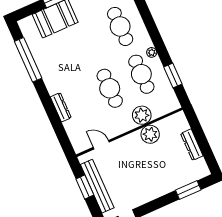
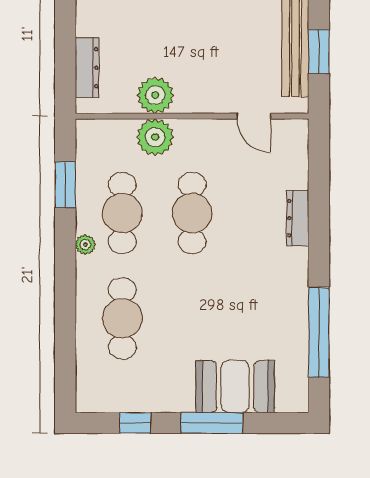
dresser: (192, 145) -> (87, 68), moved

